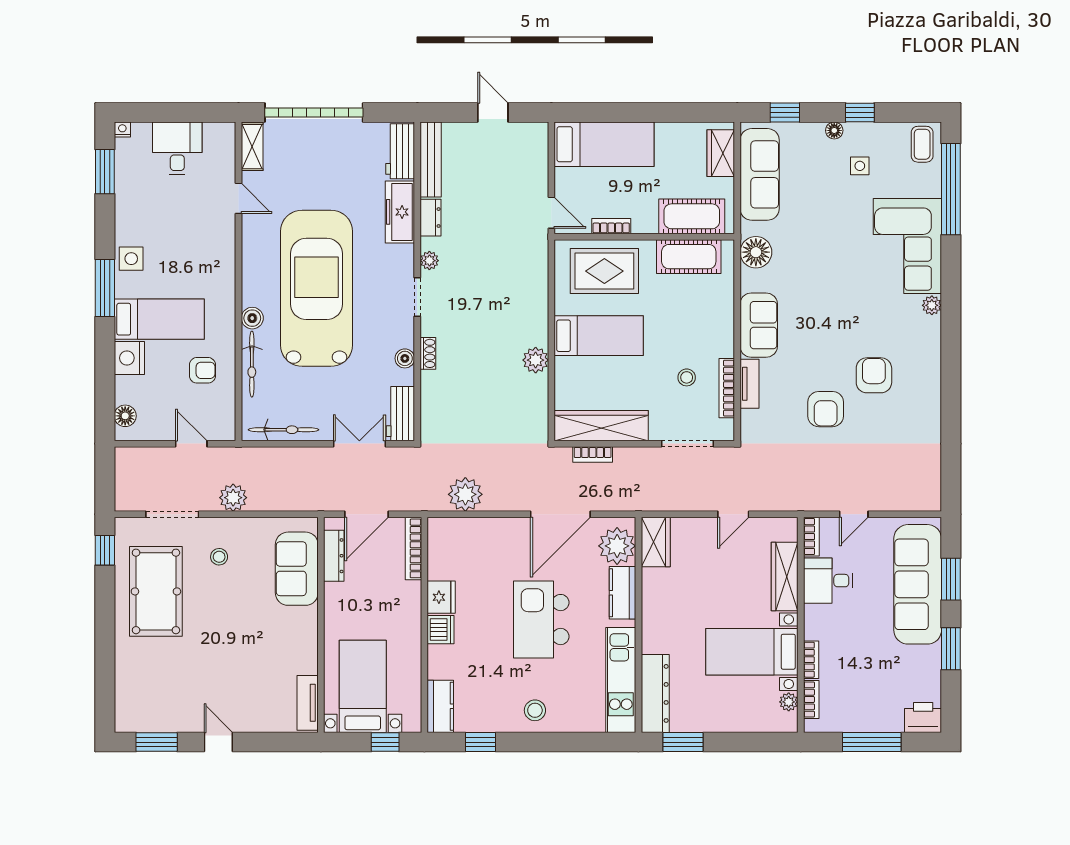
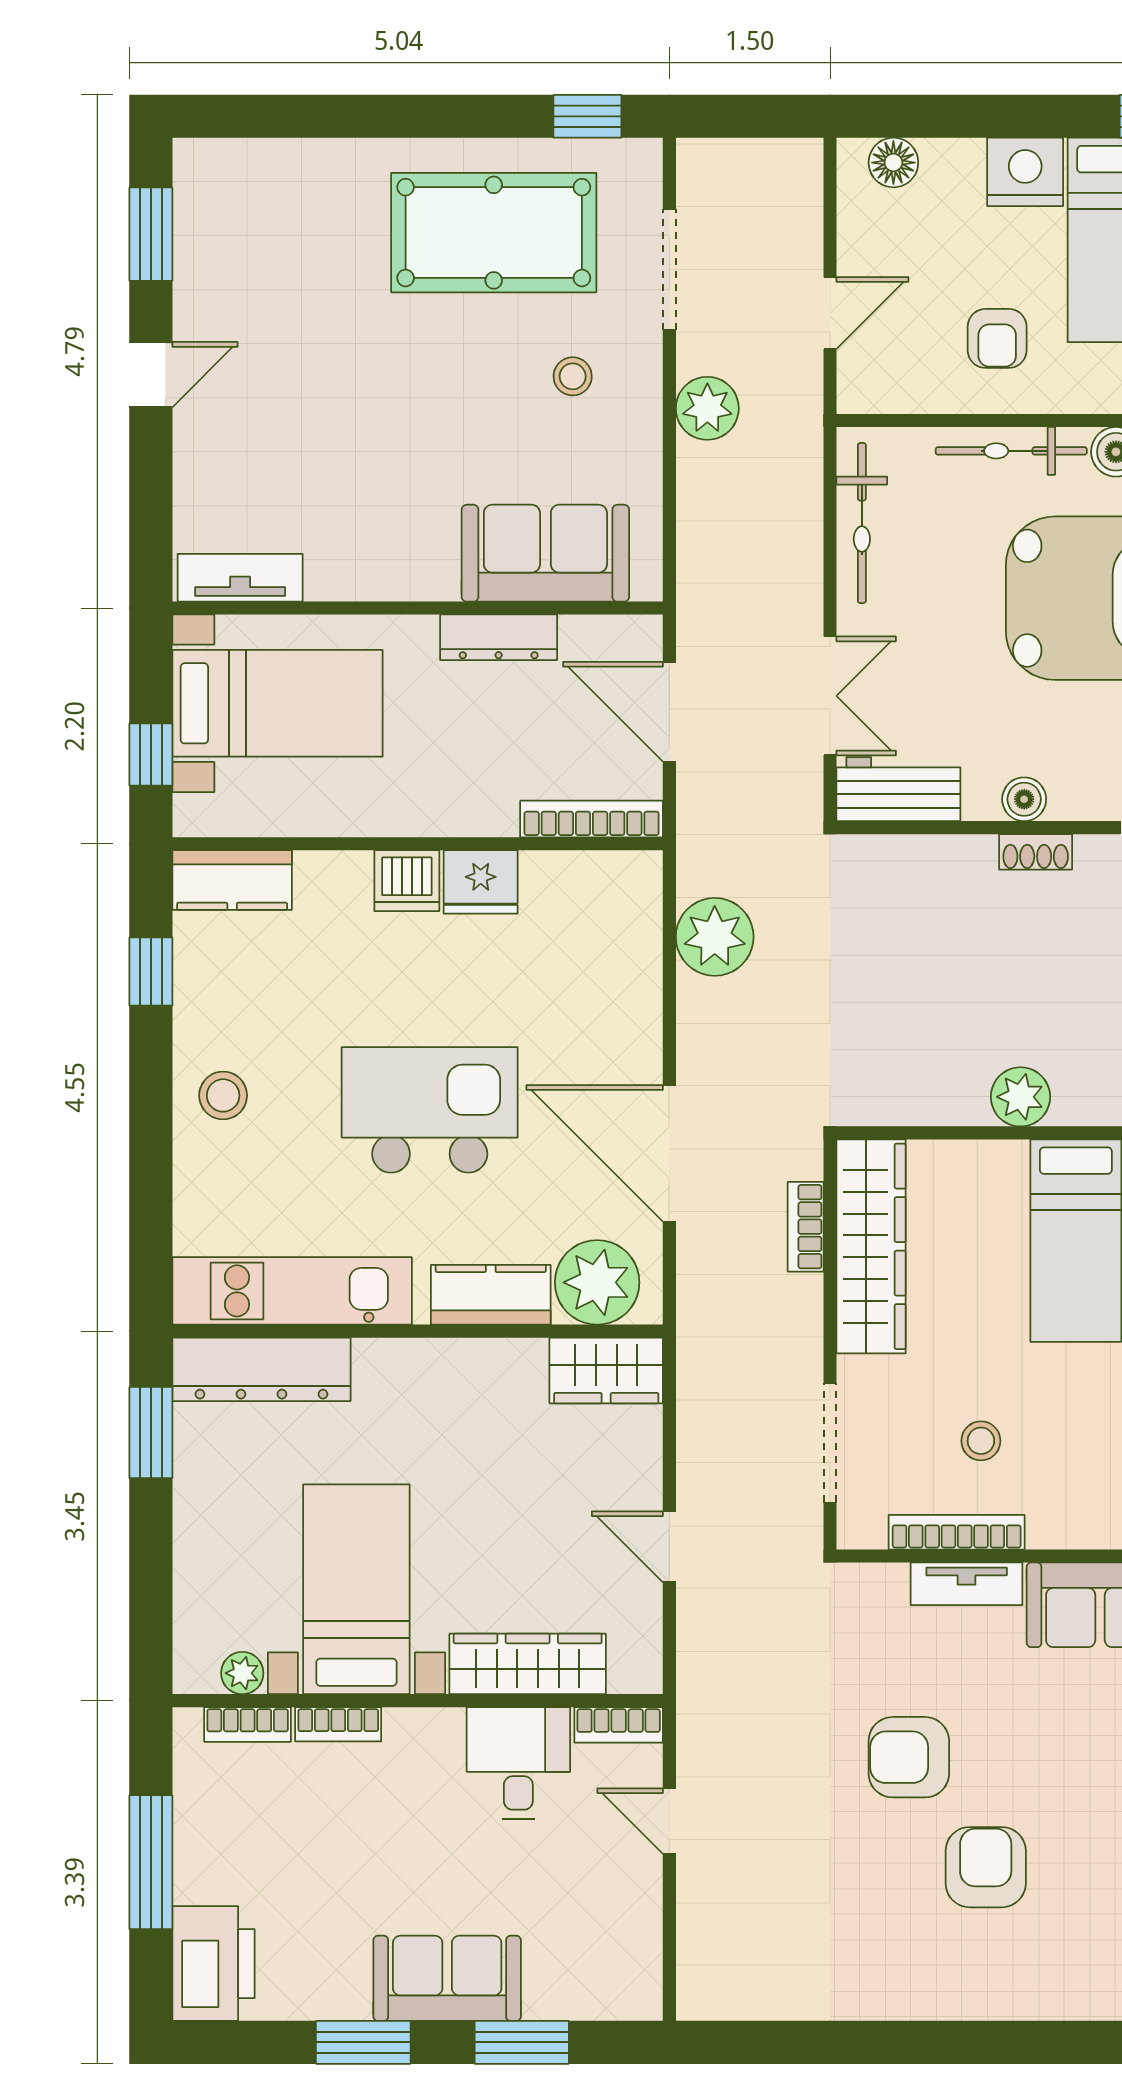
armchair: (874, 375) -> (986, 1867), turned -90
dresser: (334, 556) -> (499, 637), moved
sofa: (918, 584) -> (447, 1978), width x0.54, depth x0.79
printer: (923, 717) -> (214, 1964), width x1.37, depth x1.19

